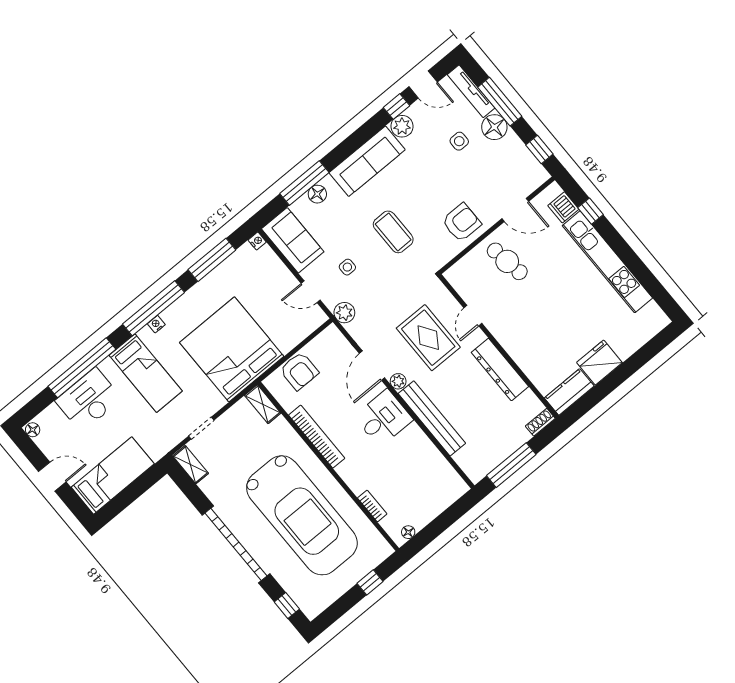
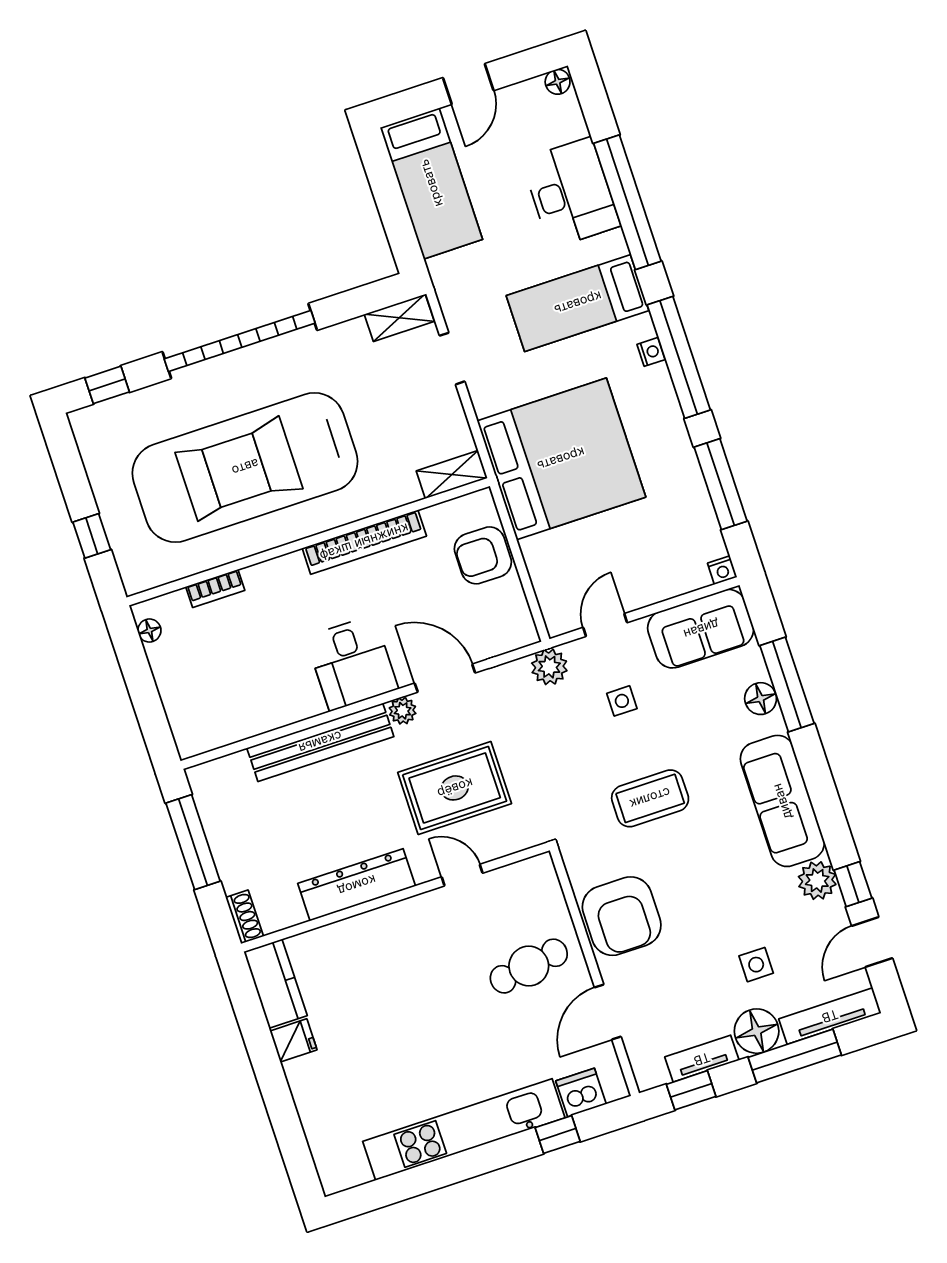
tv unit: (520, 150) -> (702, 1059), added
armchair: (461, 223) -> (622, 916), width x1.36, depth x1.36
fridge: (599, 362) -> (293, 1040), width x0.53, depth x0.75

